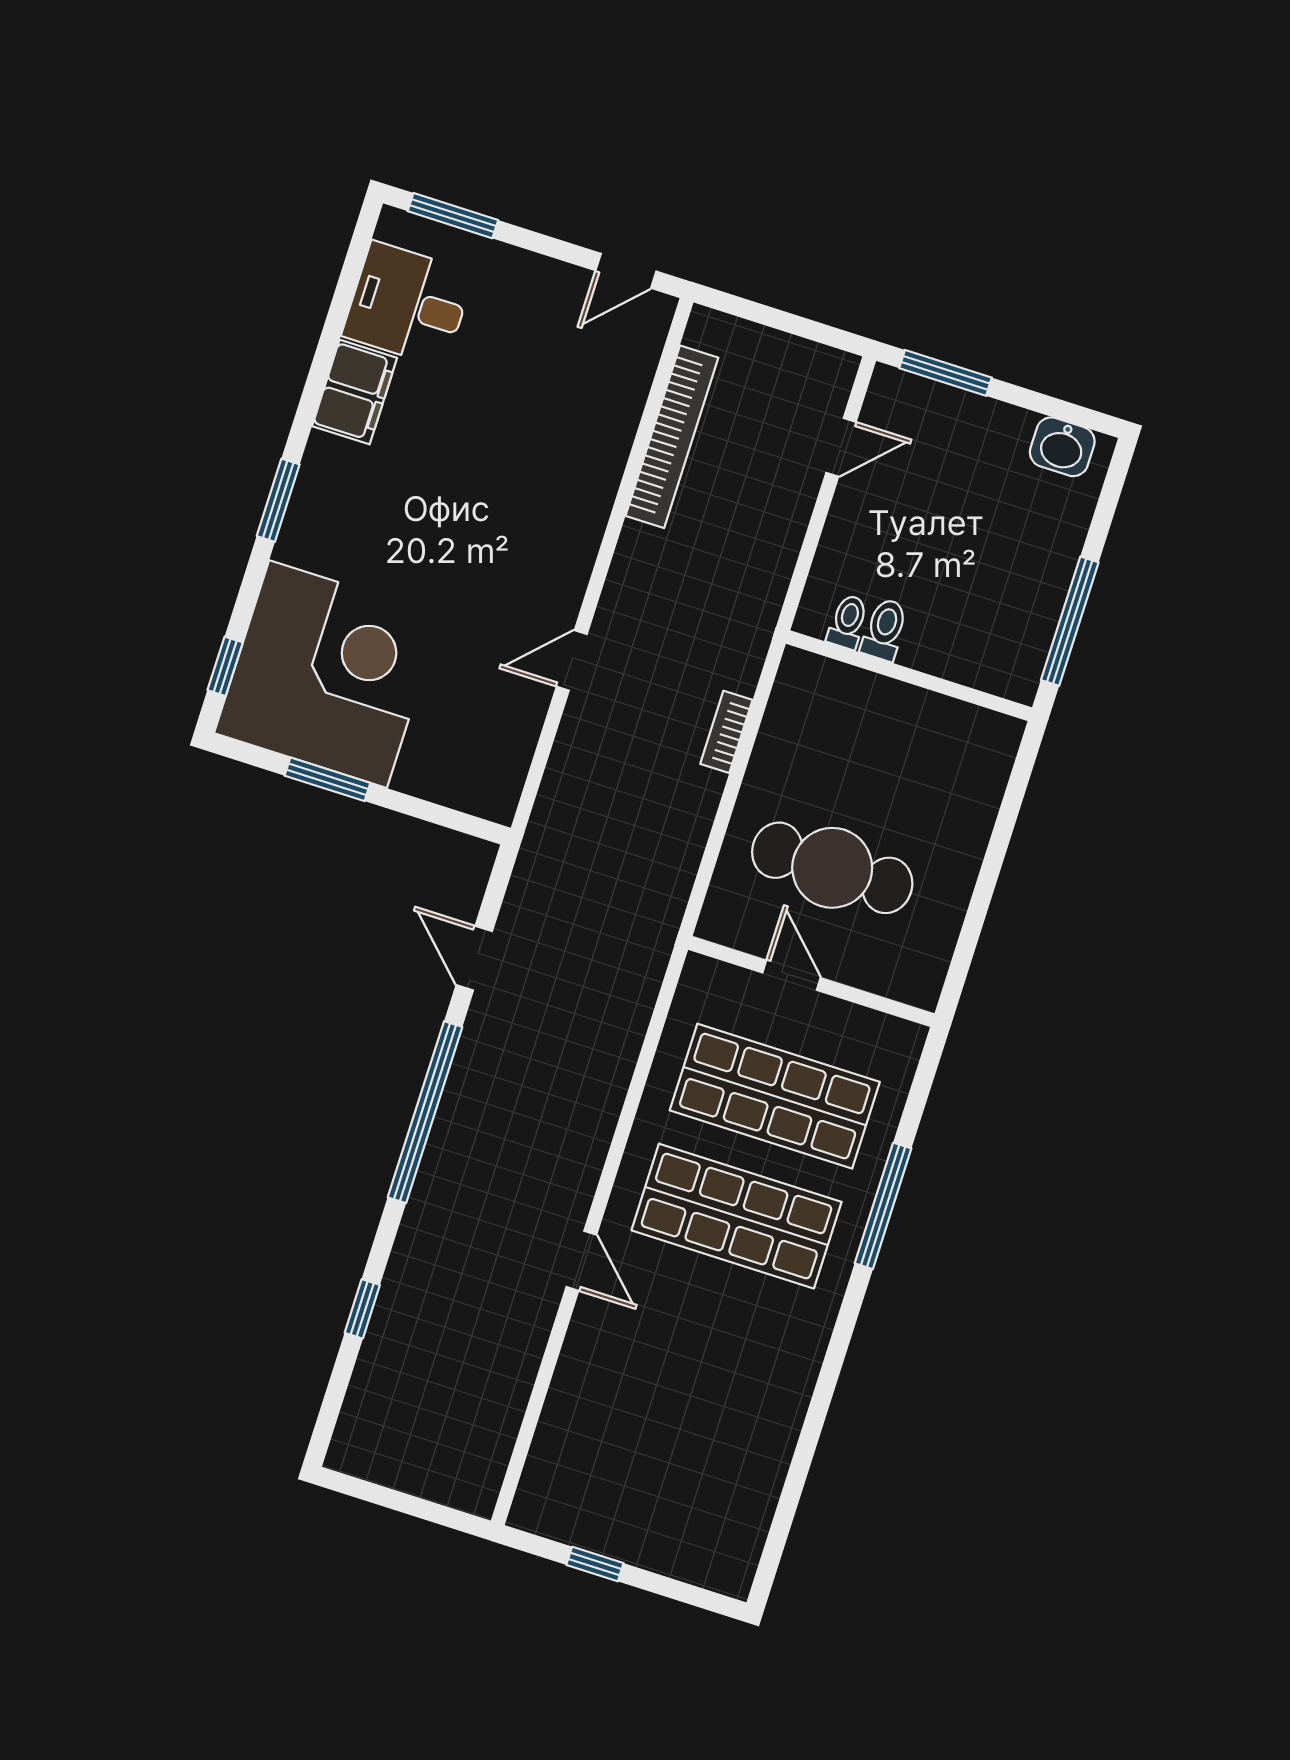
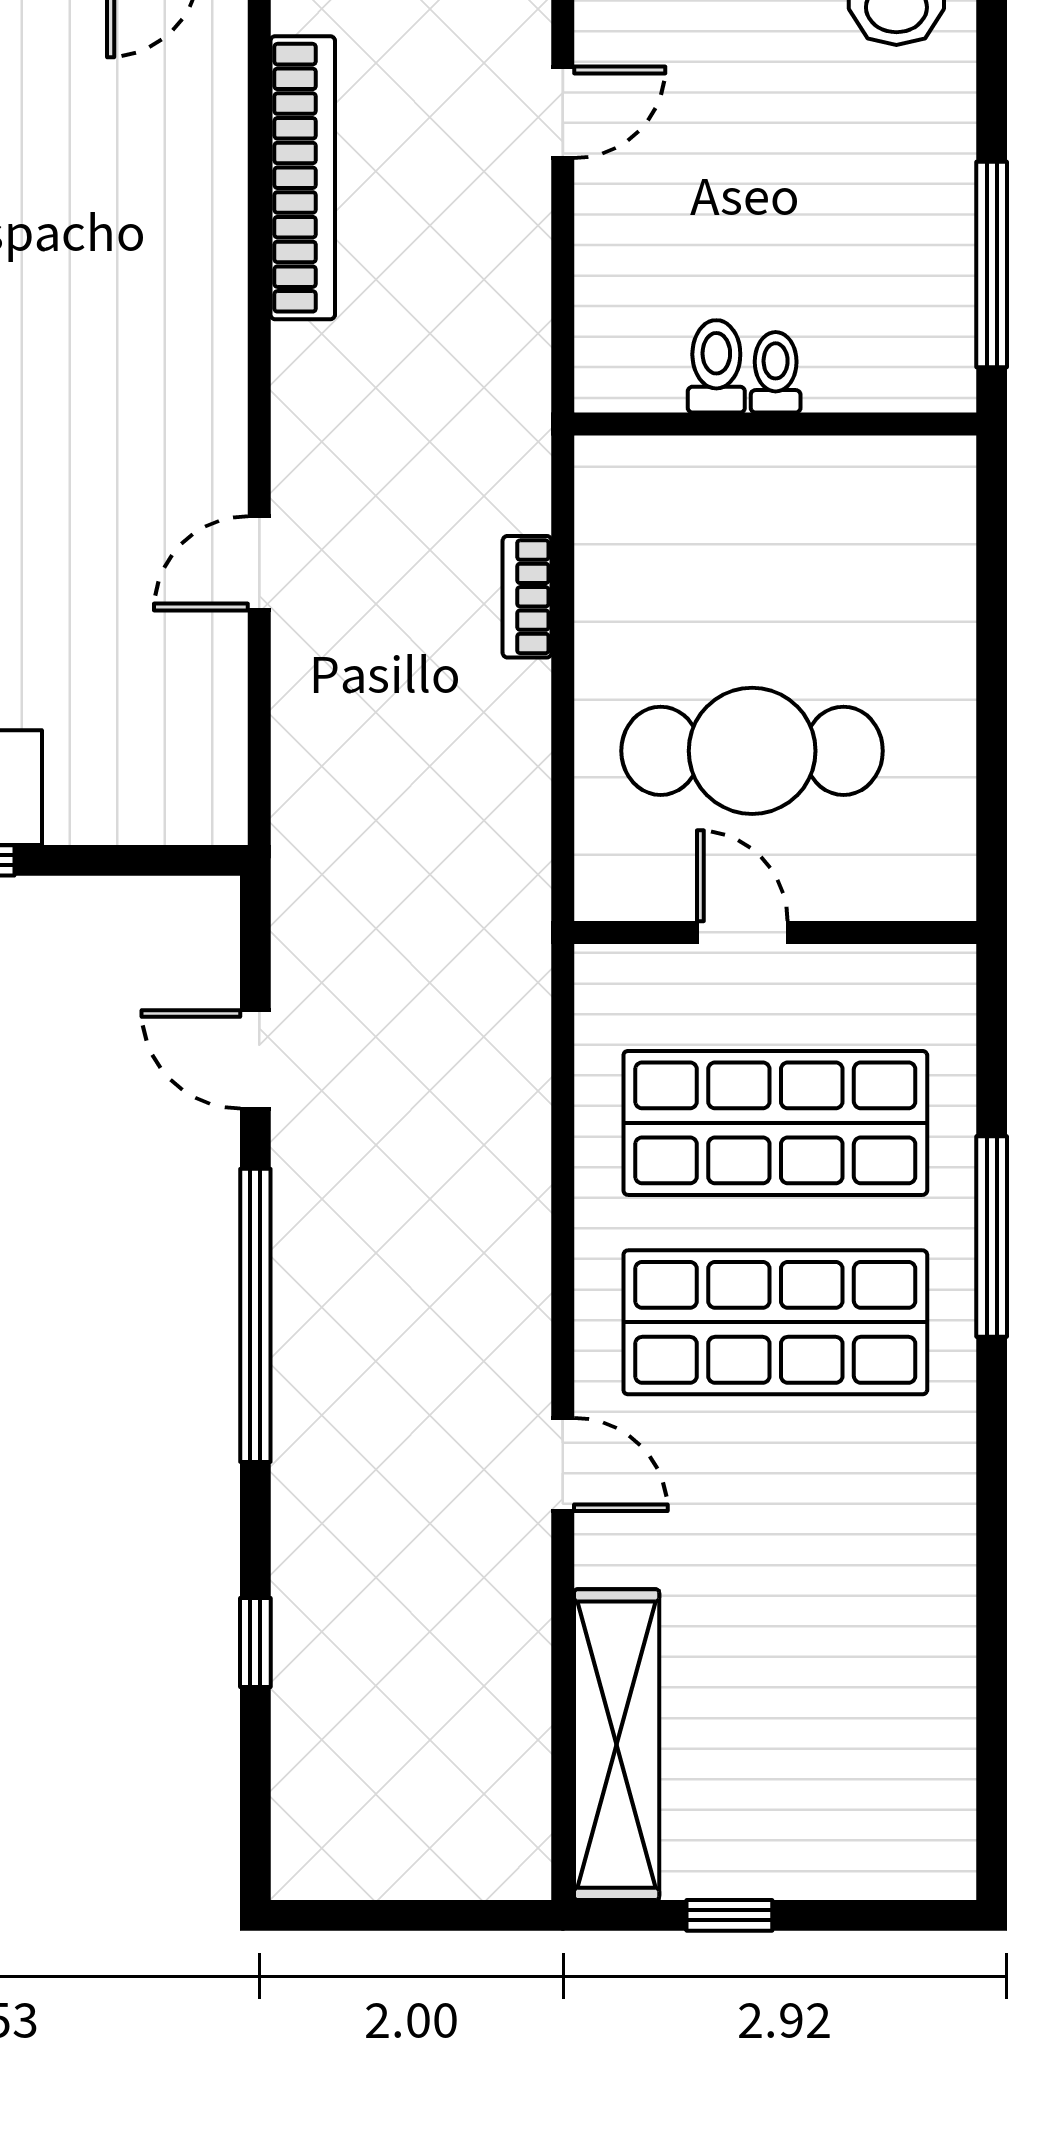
toilet: (848, 622) -> (776, 372), moved
shelving: (560, 1440) -> (617, 1745), added

